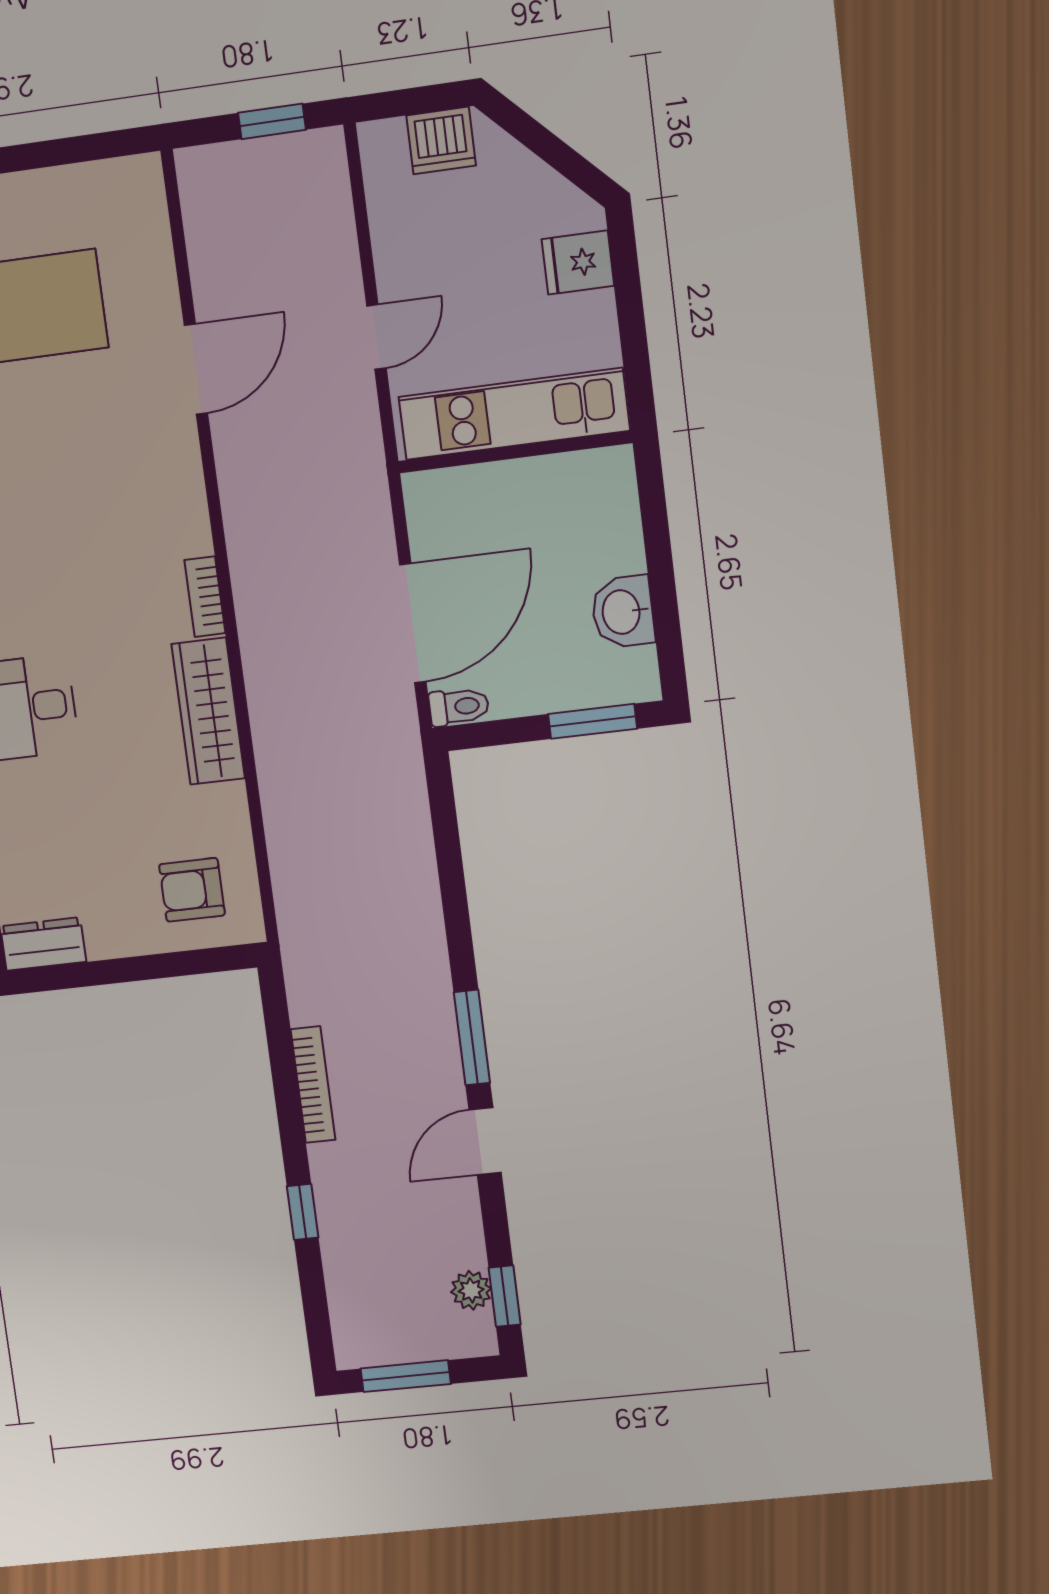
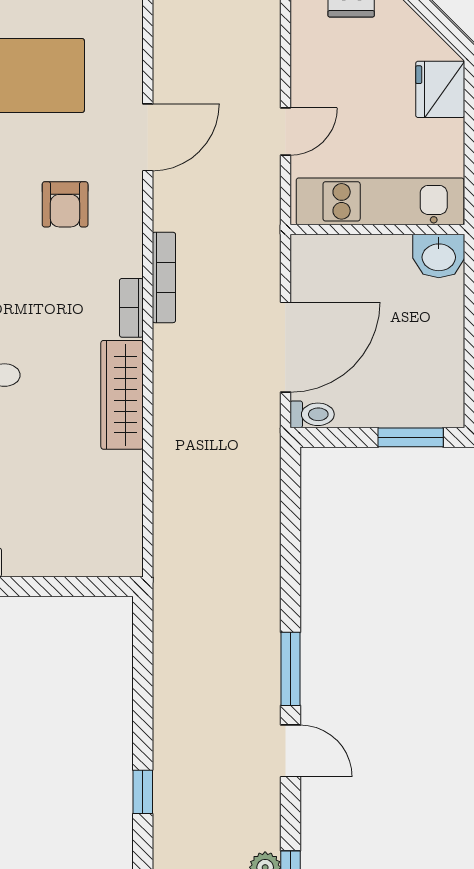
fridge: (578, 262) -> (440, 89), width x1.38
washbasin: (623, 612) -> (439, 256), moved, turned -90
armchair: (192, 890) -> (65, 204), moved, turned -90
bookcase: (313, 1085) -> (164, 277), moved
door: (485, 1141) -> (290, 751), swing flipped

